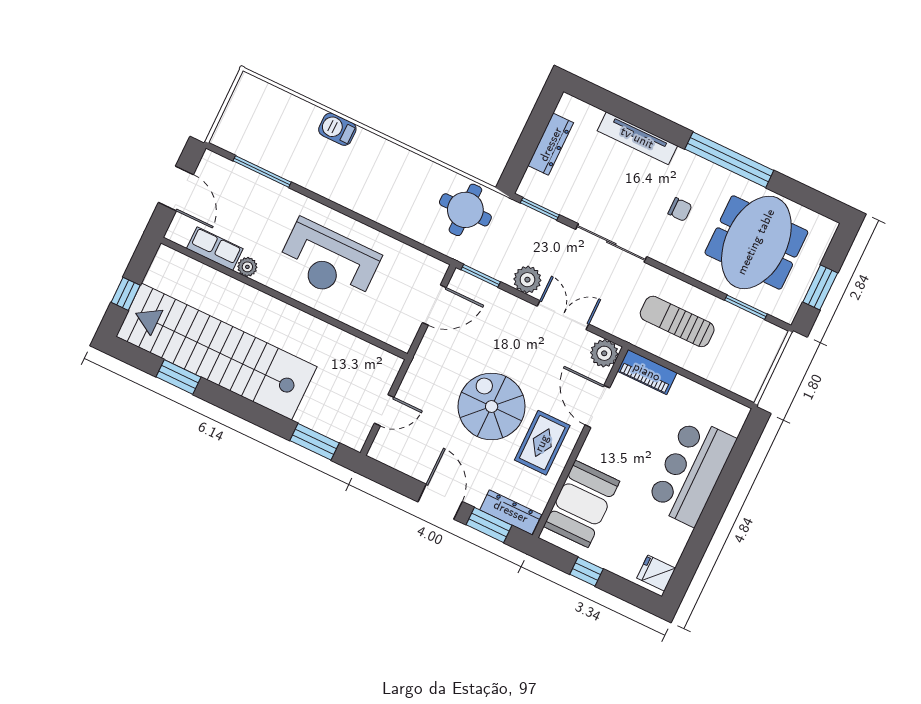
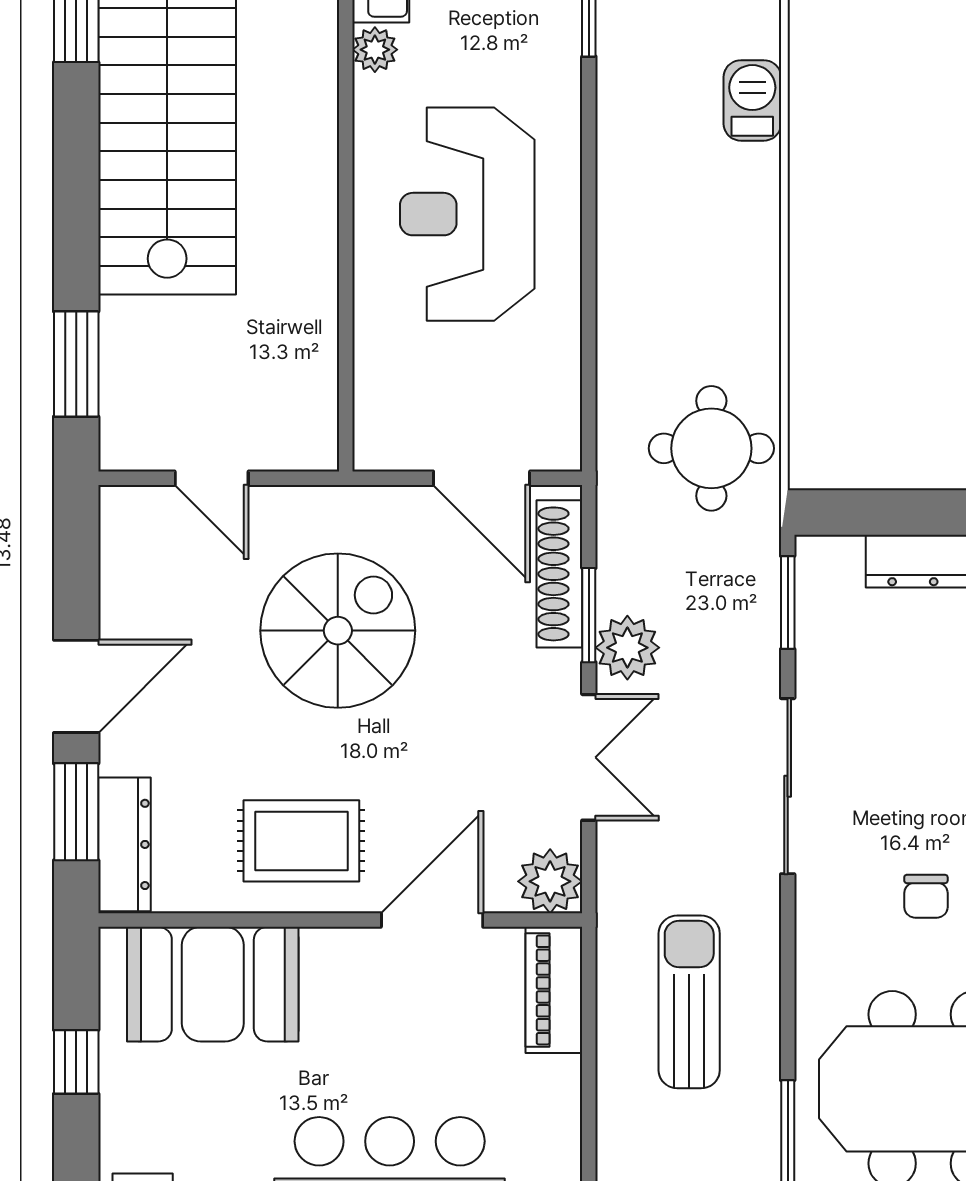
window: (481, 276) -> (589, 615), moved
shoe rack: (486, 292) -> (559, 574), added
spiral stairs: (492, 406) -> (338, 631), moved

